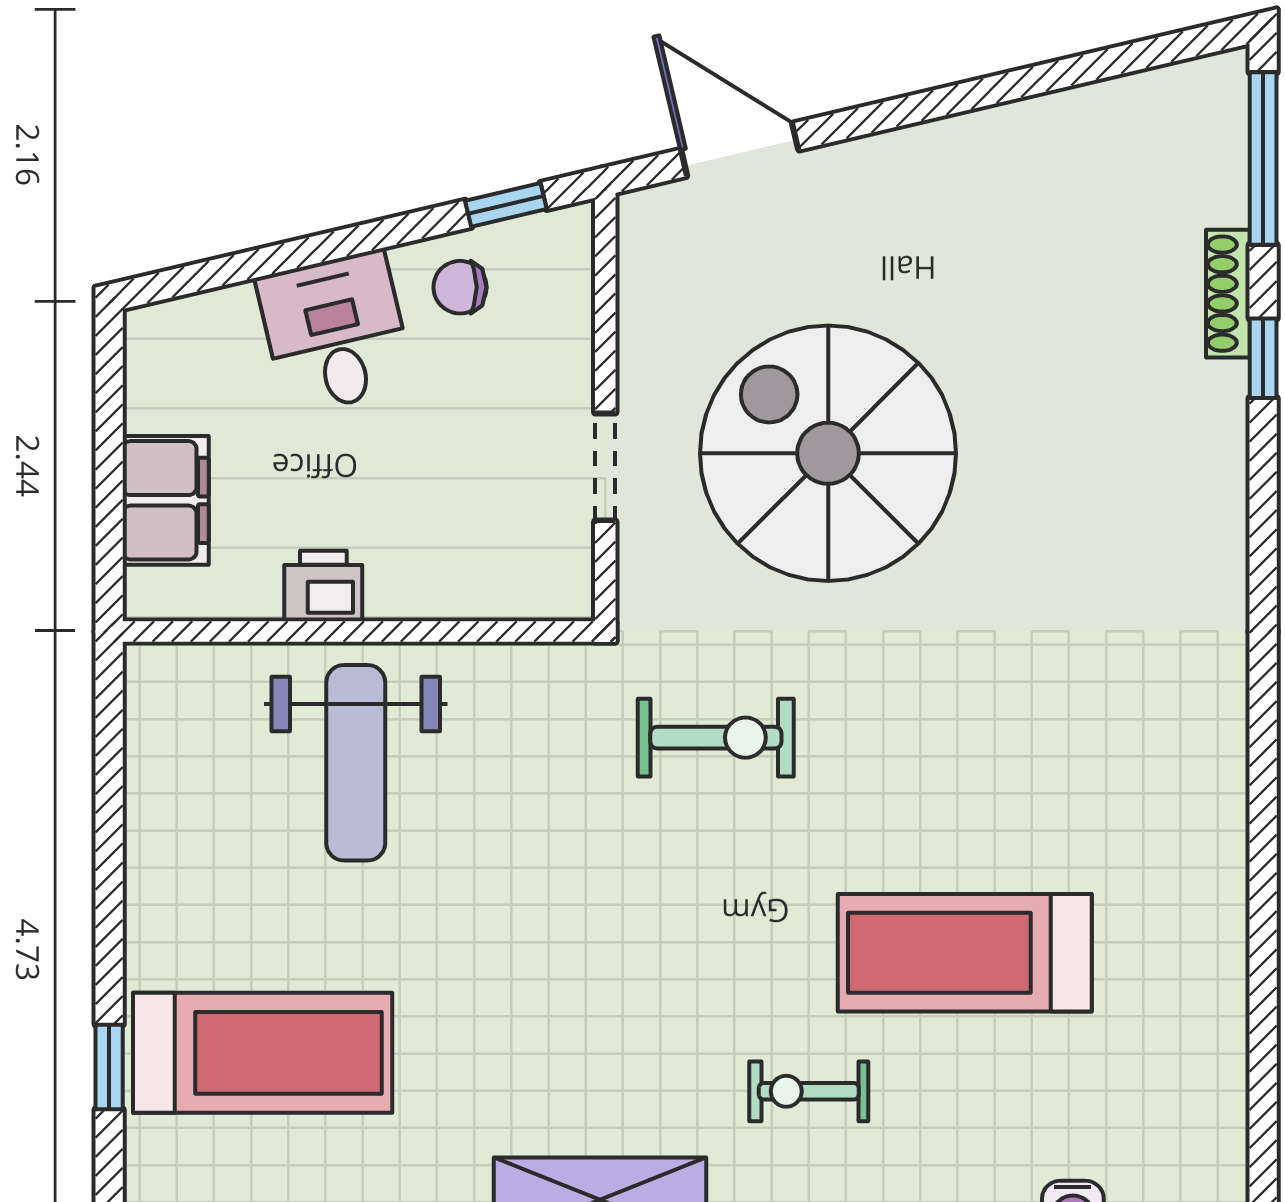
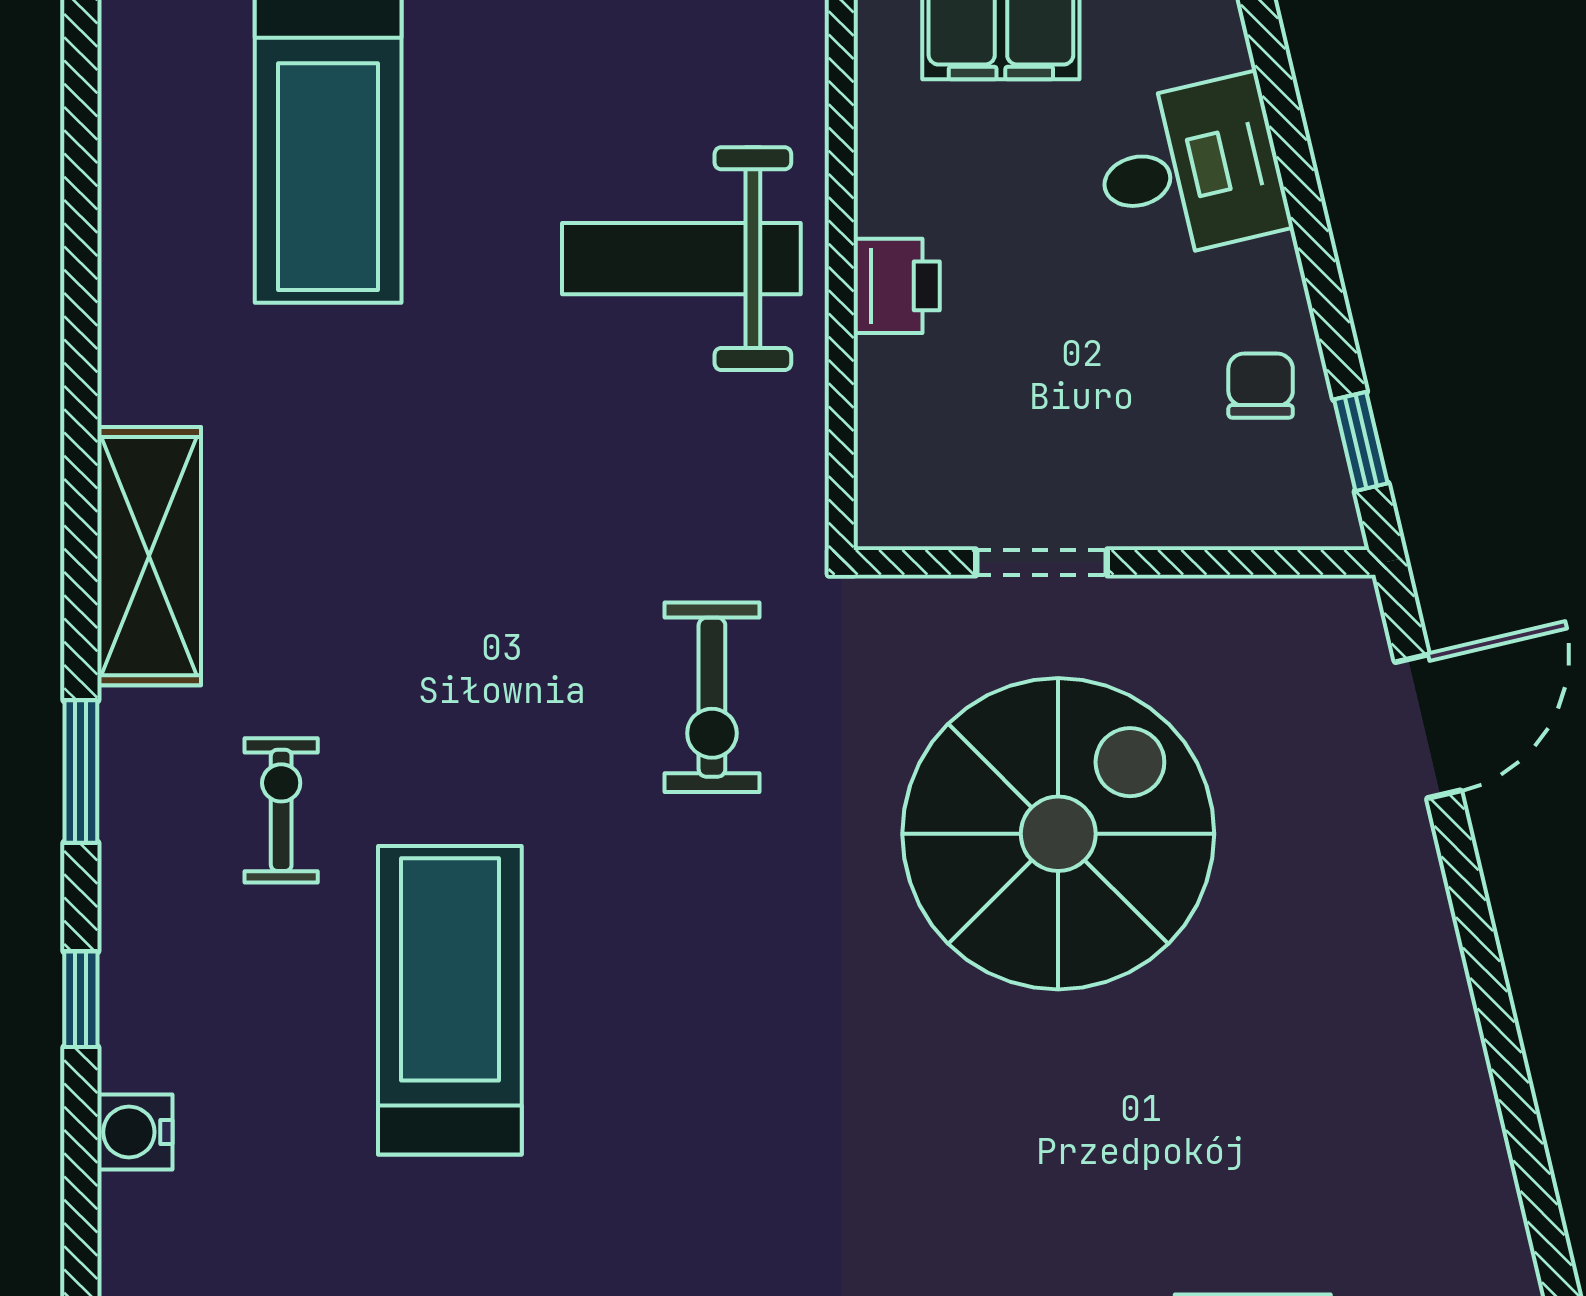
desk: (335, 333) -> (1190, 169), moved
printer: (323, 586) -> (897, 286), moved

